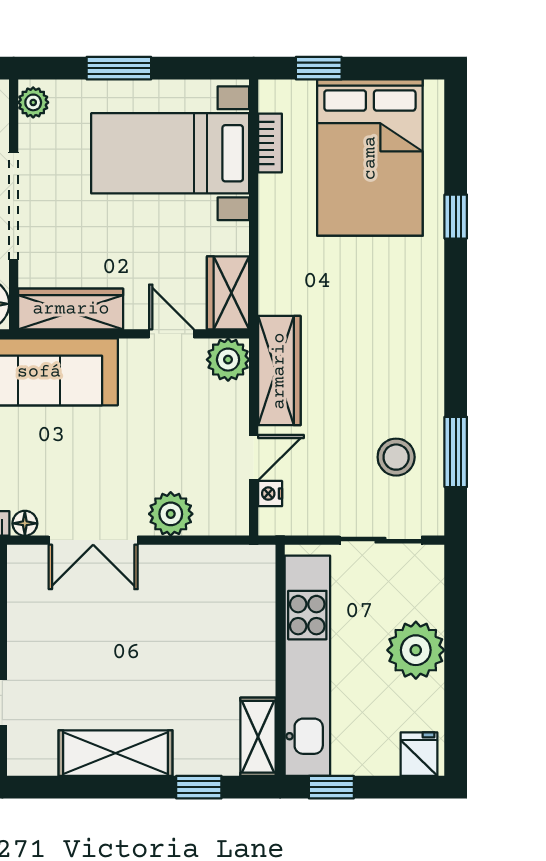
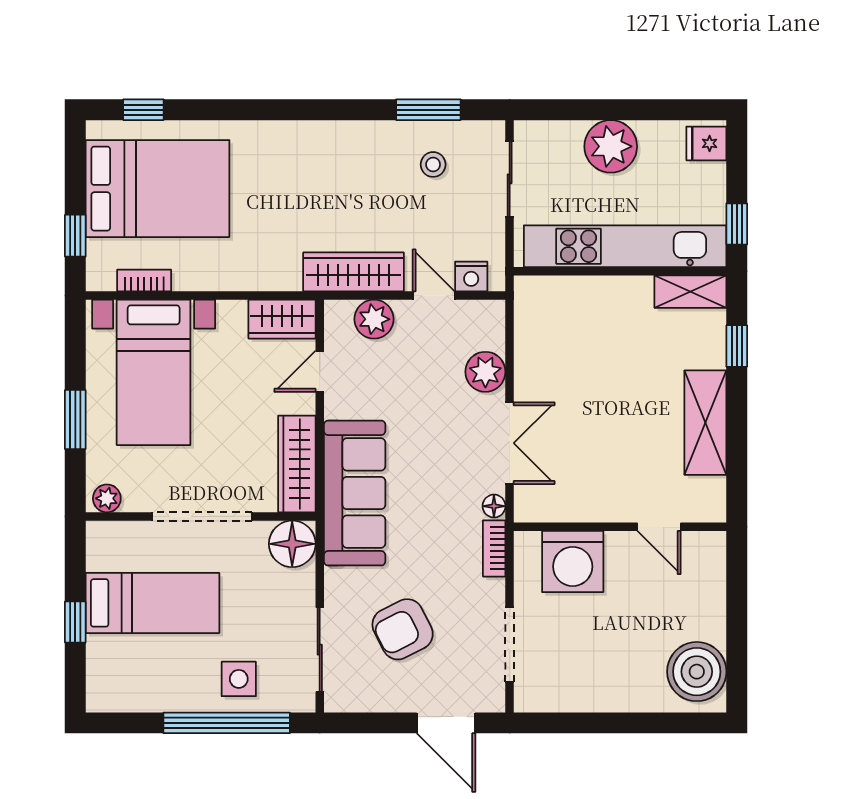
window: (456, 217) -> (143, 110), moved
plant: (228, 360) -> (374, 319), moved
stool: (396, 457) -> (433, 164), width x0.73, depth x0.73
nightstand: (270, 494) -> (471, 276), width x1.39, depth x1.35

